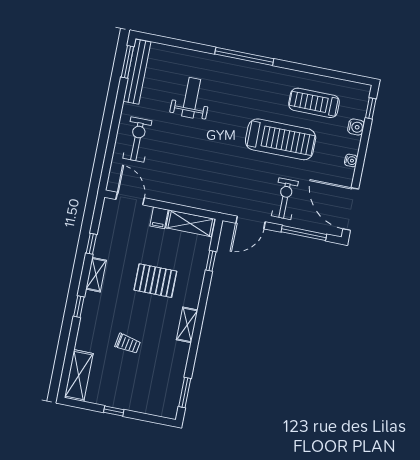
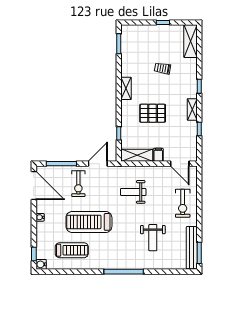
water cooler: (356, 127) -> (41, 264), moved
weight bench: (207, 171) -> (133, 192), added

